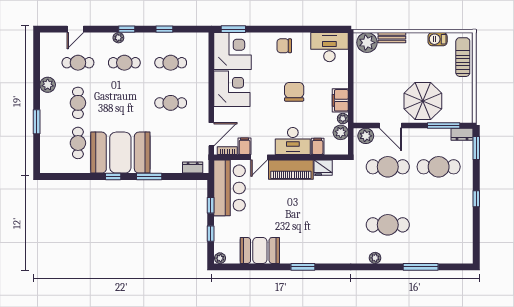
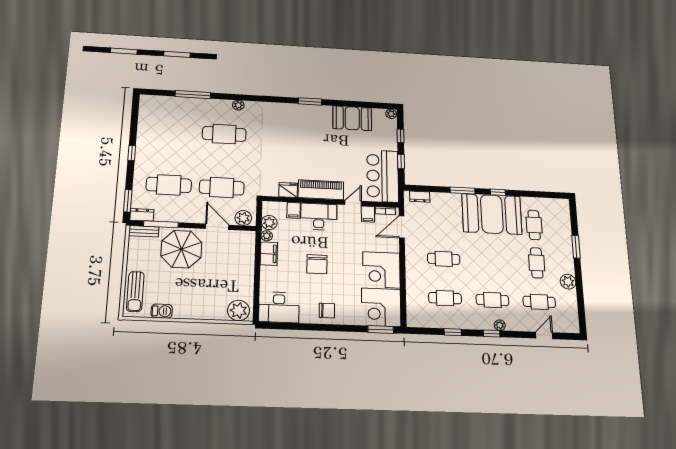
bench: (392, 38) -> (144, 231), moved

